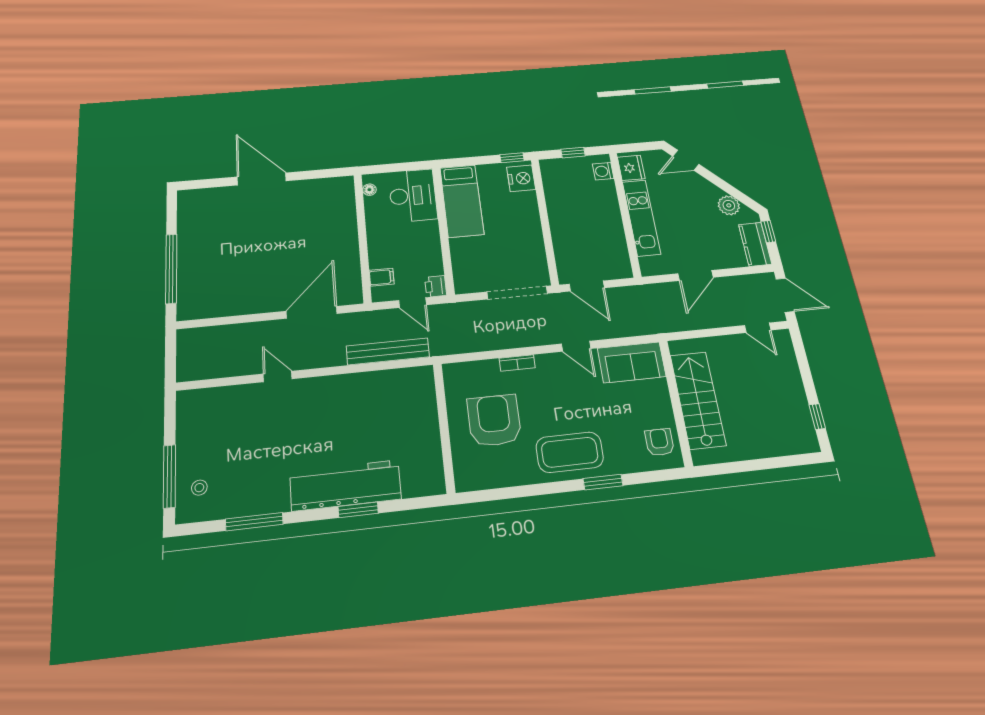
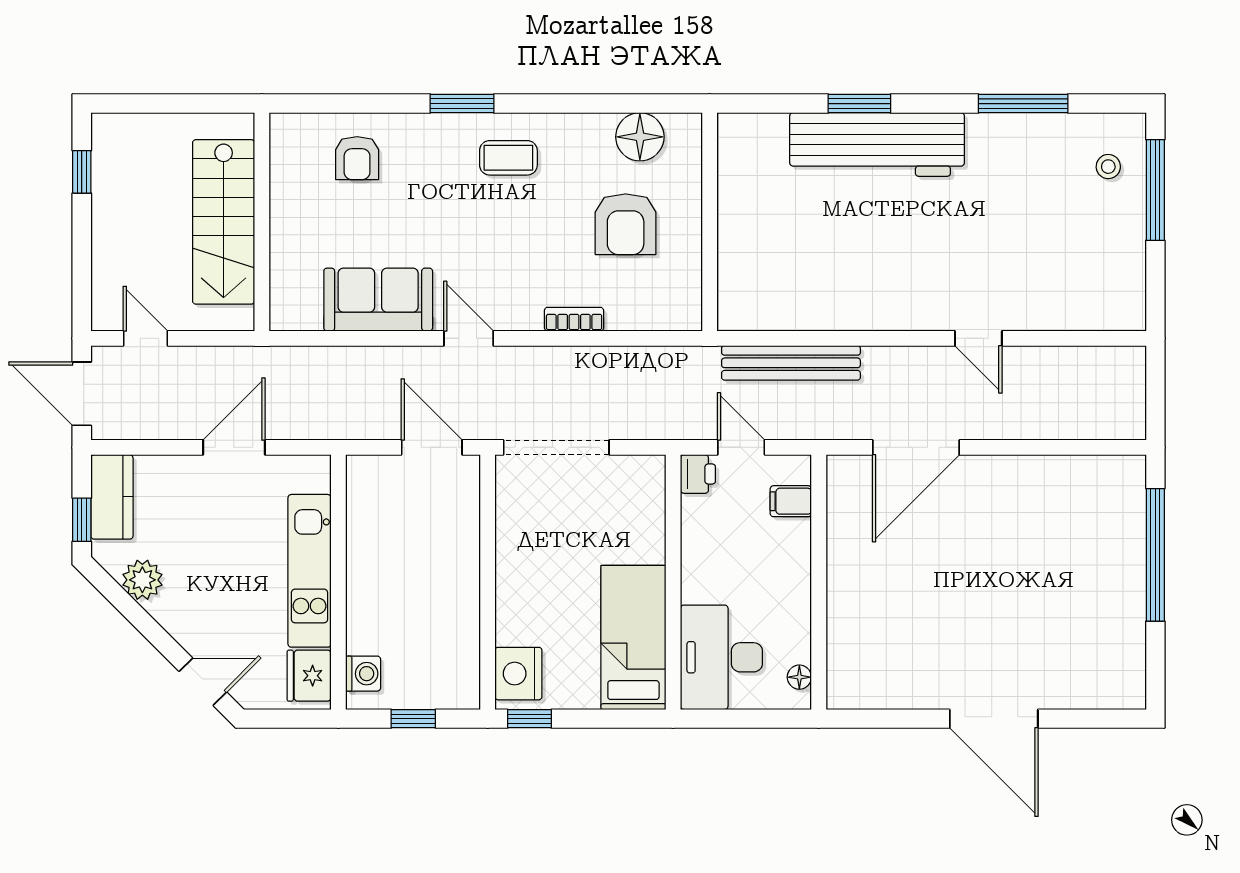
stairs: (698, 400) -> (224, 222), moved
wall: (676, 402) -> (262, 222), moved
armchair: (494, 420) -> (626, 224), width x0.73, depth x0.73
coffee table: (570, 452) -> (508, 158), width x0.54, depth x0.58
floor lamp: (492, 474) -> (640, 137), added

